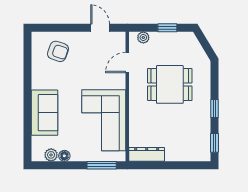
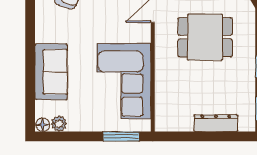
dresser: (147, 154) -> (216, 123), moved
floor lamp: (64, 156) -> (43, 125), moved

